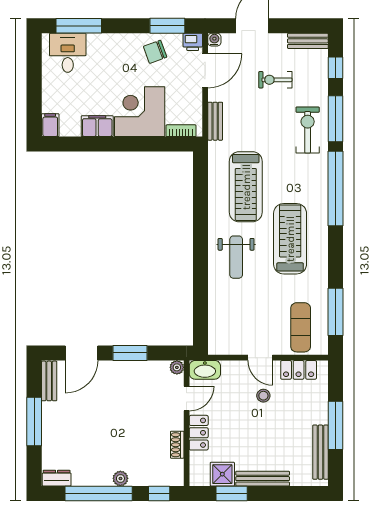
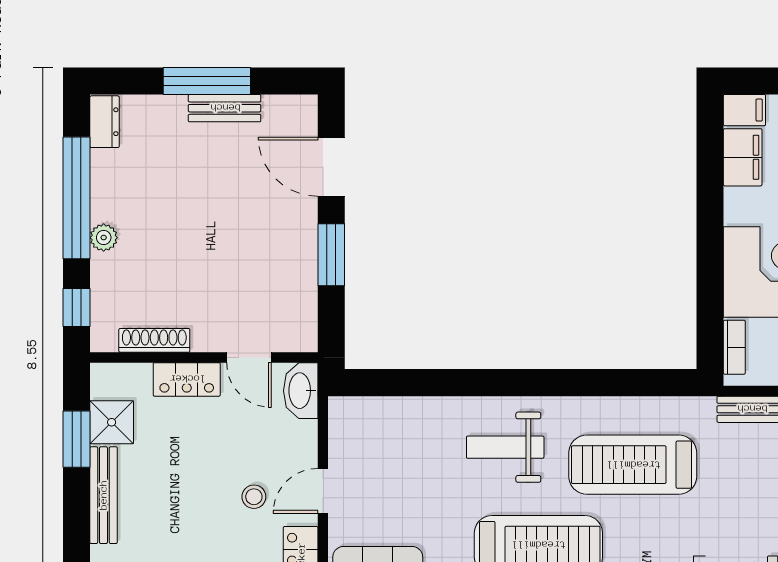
filing cabinet: (97, 126) -> (743, 157), moved
plant: (177, 367) -> (305, 340), removed
bench: (49, 381) -> (225, 108), moved
shoe rack: (177, 445) -> (154, 340), width x1.43

